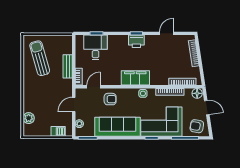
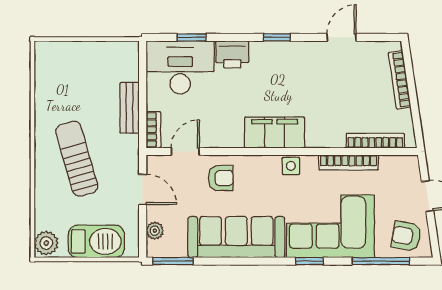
printer: (136, 41) -> (232, 54), moved
desk: (95, 47) -> (180, 67), width x1.37
sun lounger: (40, 58) -> (77, 159), moved
floor lamp: (197, 93) -> (407, 166), removed
door: (74, 104) -> (143, 189), swing flipped
plant: (29, 118) -> (46, 243), moved
barbecue: (58, 131) -> (96, 241), width x1.88, depth x1.53

